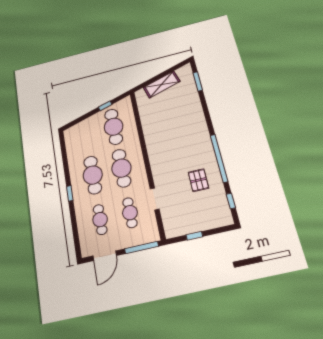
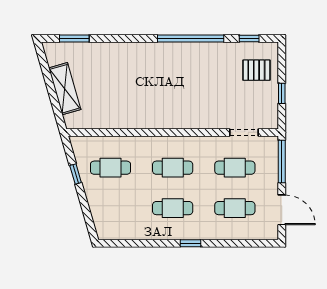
cafe table: (114, 127) -> (110, 168), width x0.73, depth x0.74
cafe table: (121, 168) -> (173, 168), width x0.73, depth x0.74
cafe table: (93, 175) -> (173, 208), width x0.73, depth x0.74
pallet: (198, 180) -> (256, 70), moved
doorway: (155, 199) -> (244, 132), moved

